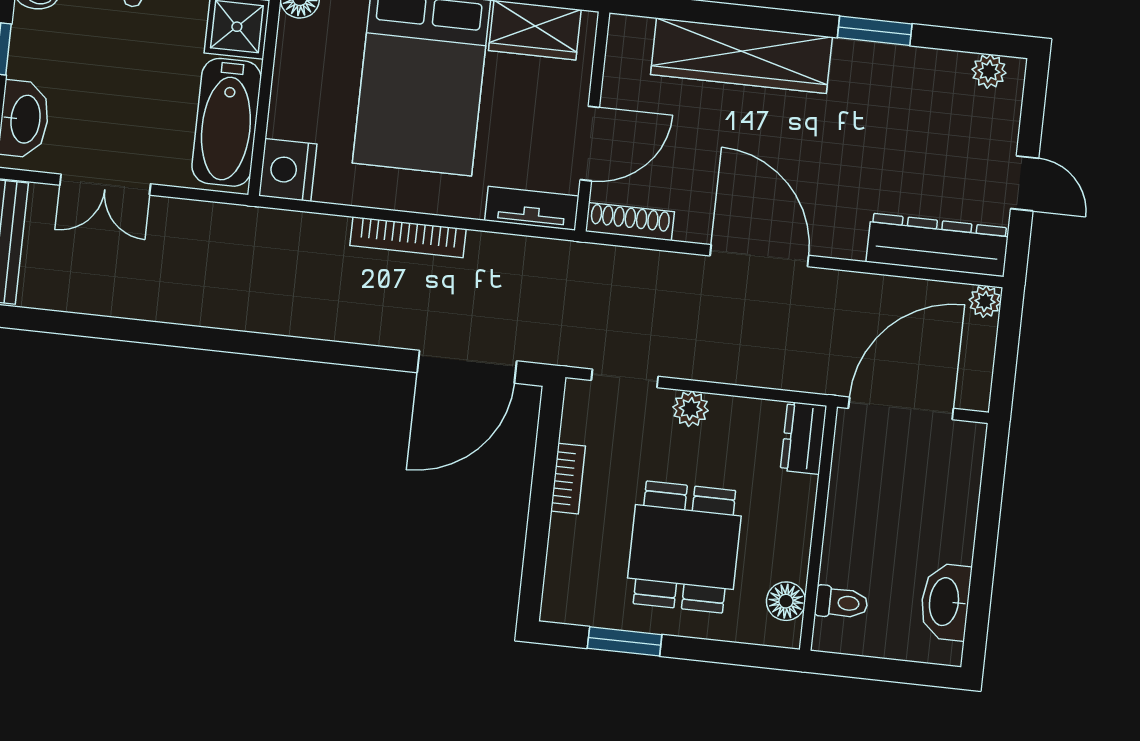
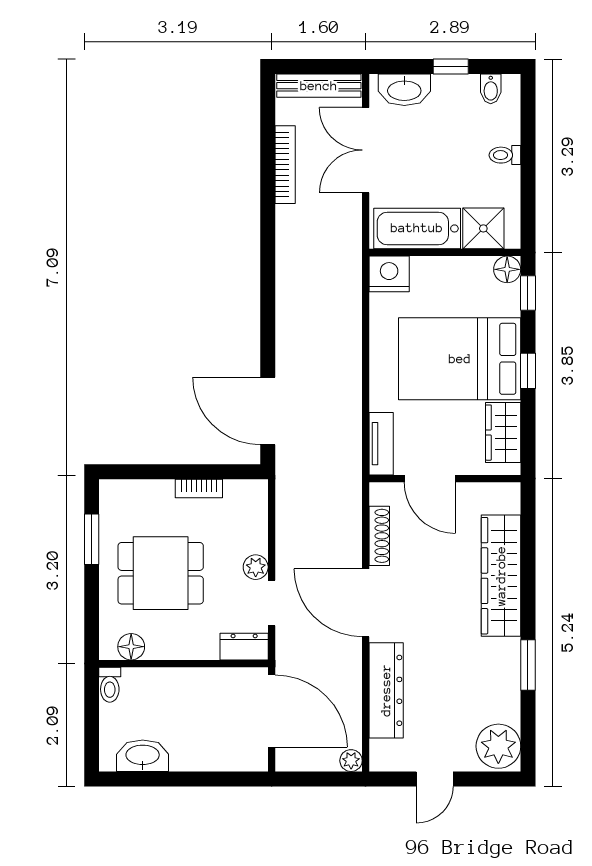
plant: (989, 71) -> (498, 746), width x1.88, depth x1.88
double door: (105, 185) -> (366, 150), width x1.37
shoe rack: (630, 222) -> (379, 536), moved
bookcase: (408, 237) -> (285, 165), moved, turned 180
dresser: (937, 245) -> (386, 690), moved
door: (759, 256) -> (366, 603), swing flipped
doorway: (625, 378) -> (272, 603), moved
toilet: (841, 603) -> (110, 685), moved

